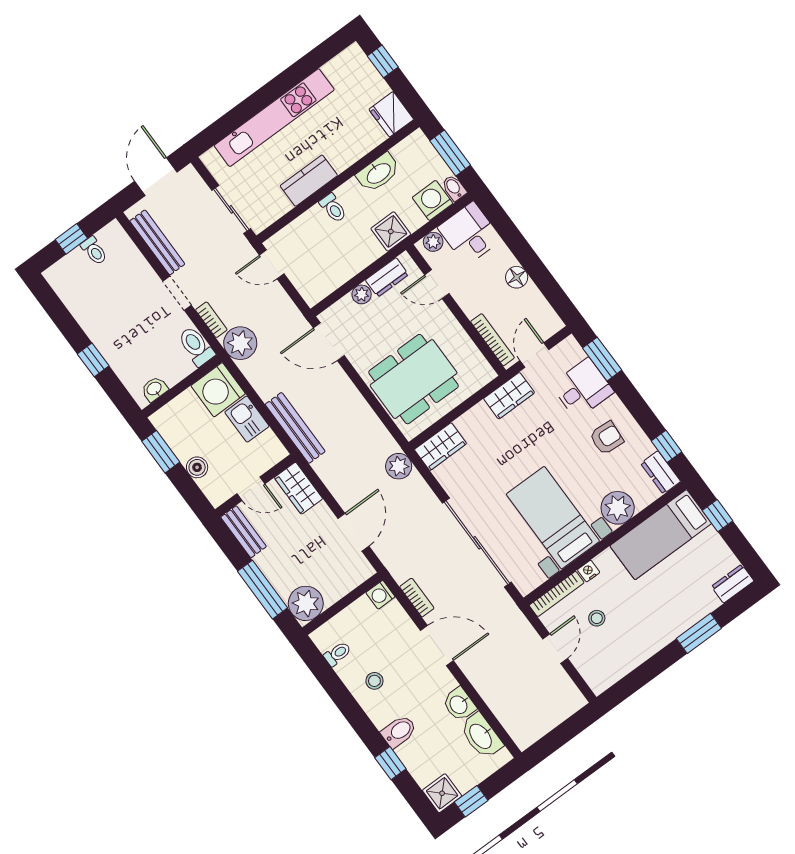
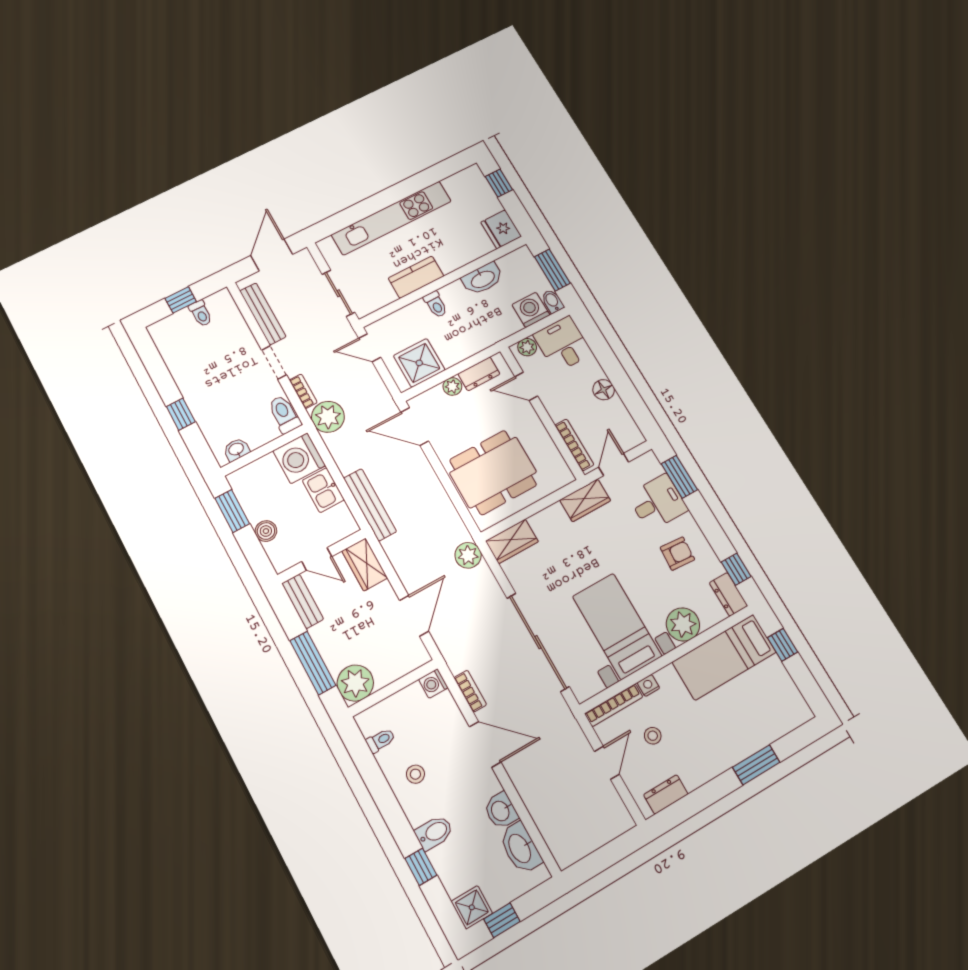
shower: (391, 231) -> (419, 363), moved, width x1.36, depth x1.36
dresser: (733, 584) -> (666, 794), moved

